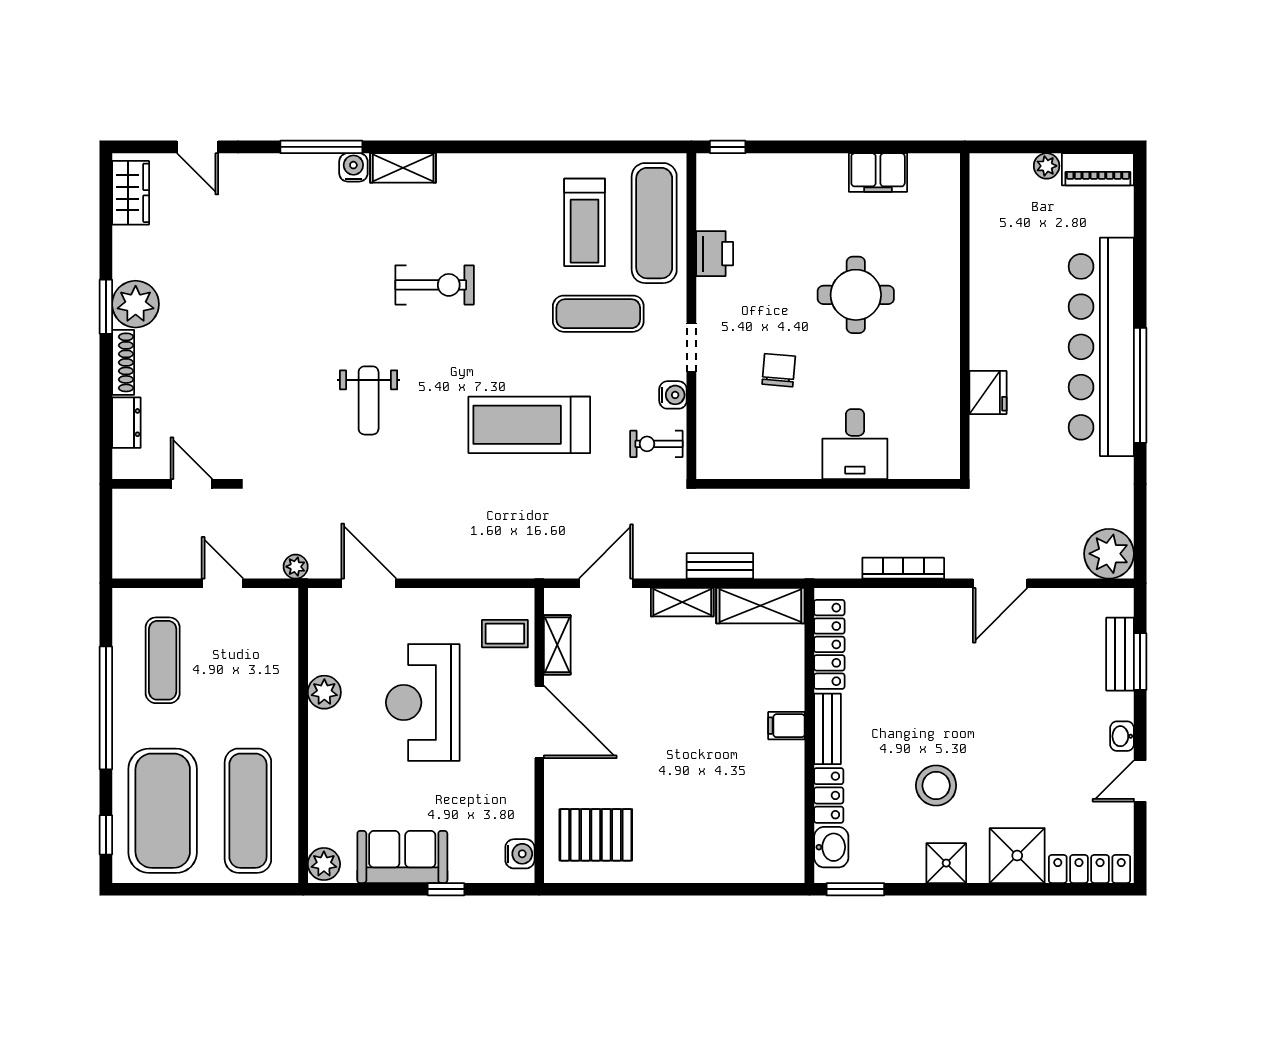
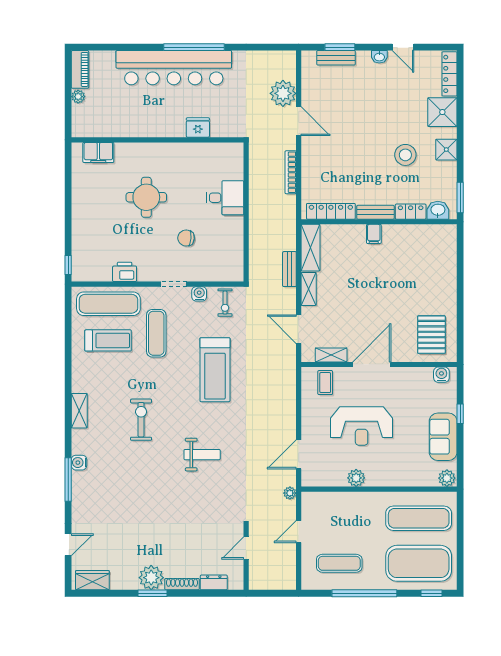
shelving: (403, 168) -> (79, 411), moved
filing cabinet: (878, 173) -> (98, 152), moved, turned 90
plant: (1109, 554) -> (283, 93), moved

